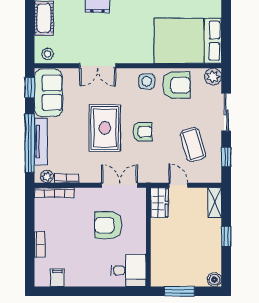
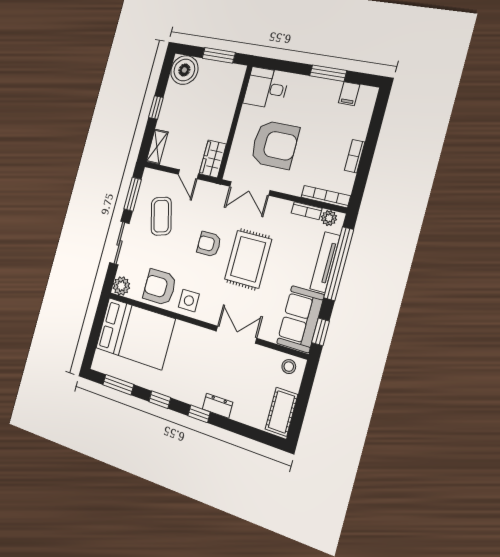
window: (226, 157) -> (133, 194), width x1.50
armchair: (108, 225) -> (275, 145), width x1.36, depth x1.36
bookcase: (40, 244) -> (355, 156), moved
boiler: (214, 280) -> (184, 70), width x1.86, depth x1.86
window: (79, 291) -> (328, 73), added

